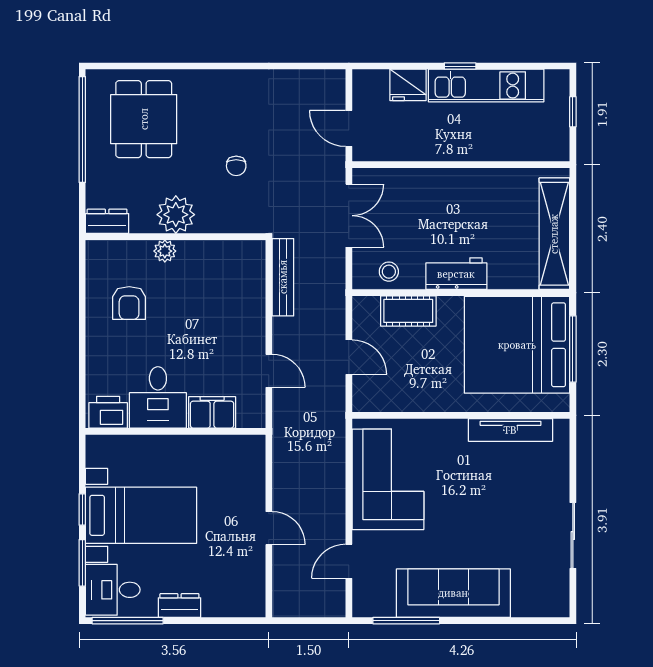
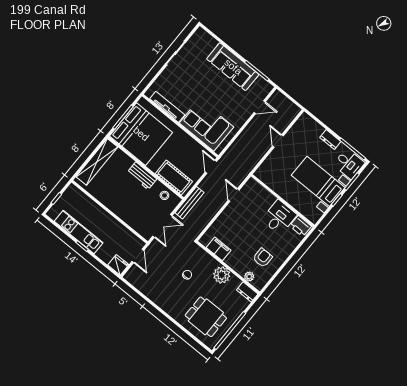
fridge: (408, 85) -> (118, 265), moved
dining table: (144, 119) -> (206, 317), turned 90
double door: (349, 216) -> (162, 226), swing flipped
plant: (165, 251) -> (249, 277), moved
bench: (283, 277) -> (189, 203), moved
cot: (408, 311) -> (174, 178), width x1.37, depth x1.34
door: (349, 357) -> (211, 167), moved
filing cabinet: (212, 412) -> (219, 249), moved, turned 180
corner sofa: (388, 479) -> (207, 125), moved, turned 90

